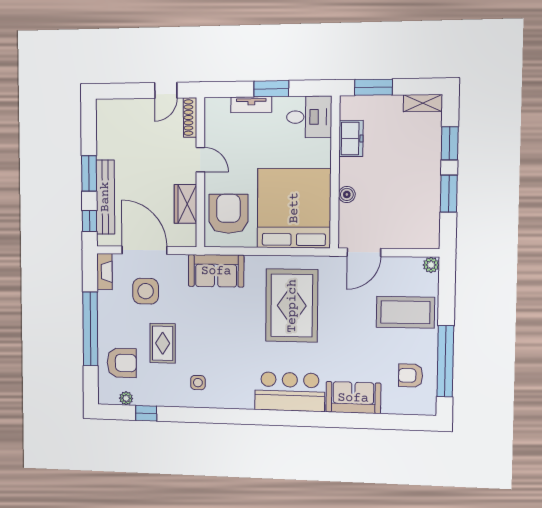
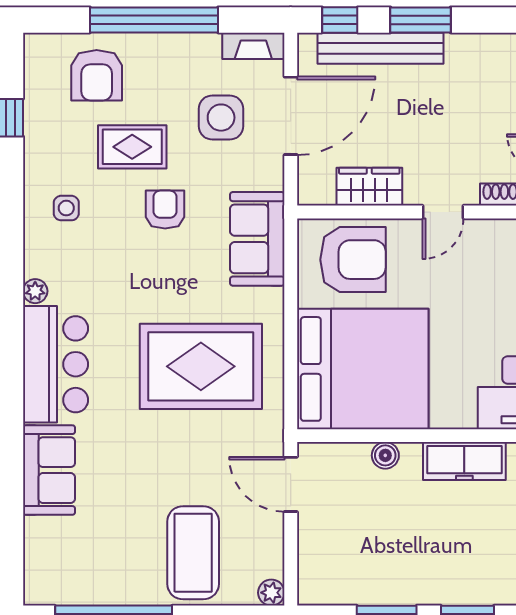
freezer: (351, 139) -> (464, 461), width x1.40
armchair: (411, 375) -> (165, 210), moved
plant: (126, 398) -> (35, 291), moved

